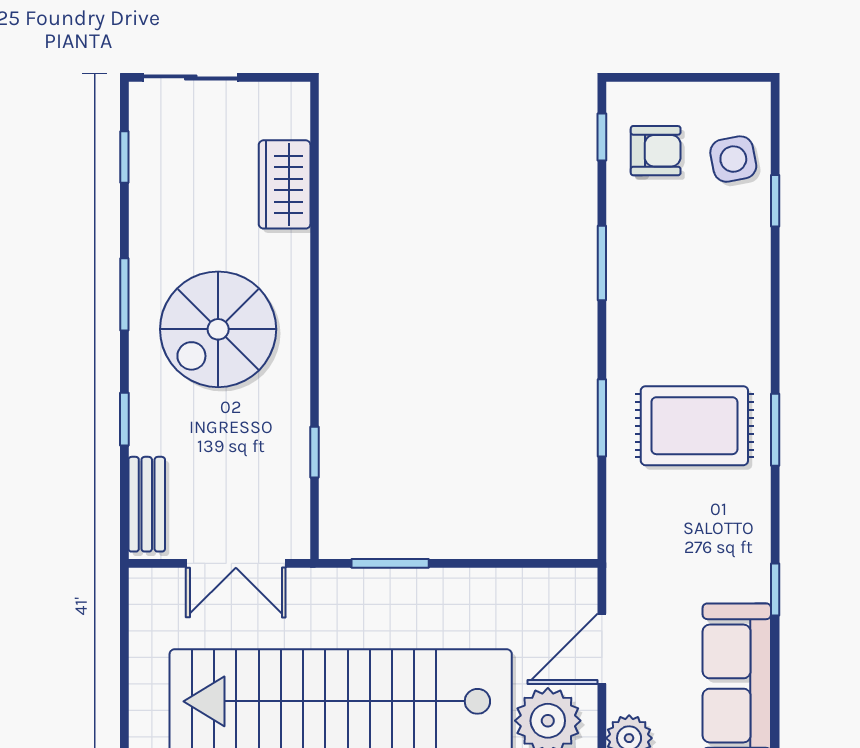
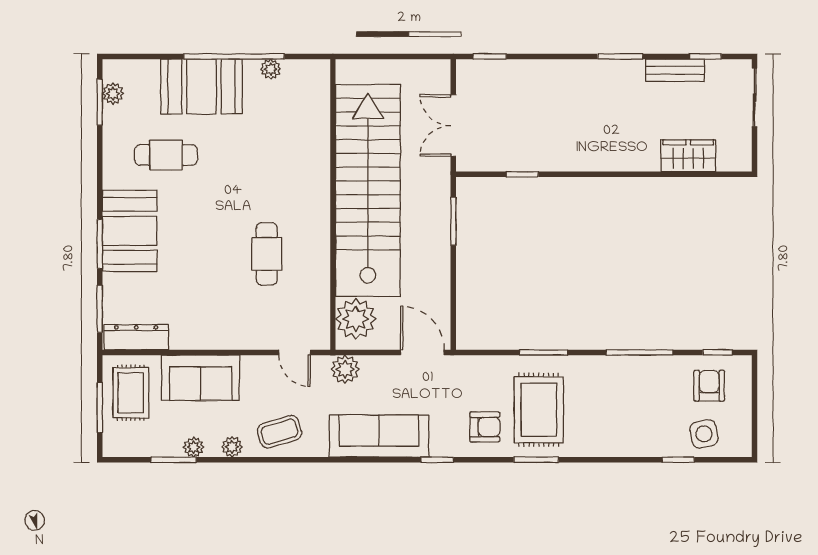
armchair: (656, 151) -> (709, 386), turned 180
window: (602, 263) -> (640, 352), width x1.44
spiral stairs: (218, 329) -> (598, 115), removed
window: (124, 419) -> (490, 56), moved
bench: (147, 504) -> (675, 70), moved
armchair: (722, 513) -> (485, 427), added
door: (602, 649) -> (422, 352), moved

